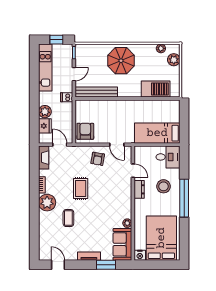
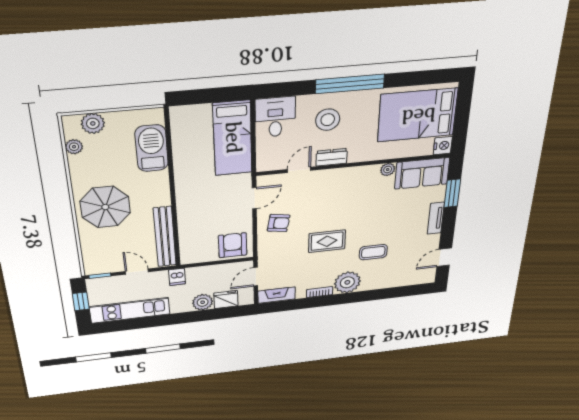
armchair: (85, 131) -> (233, 245), turned 90

